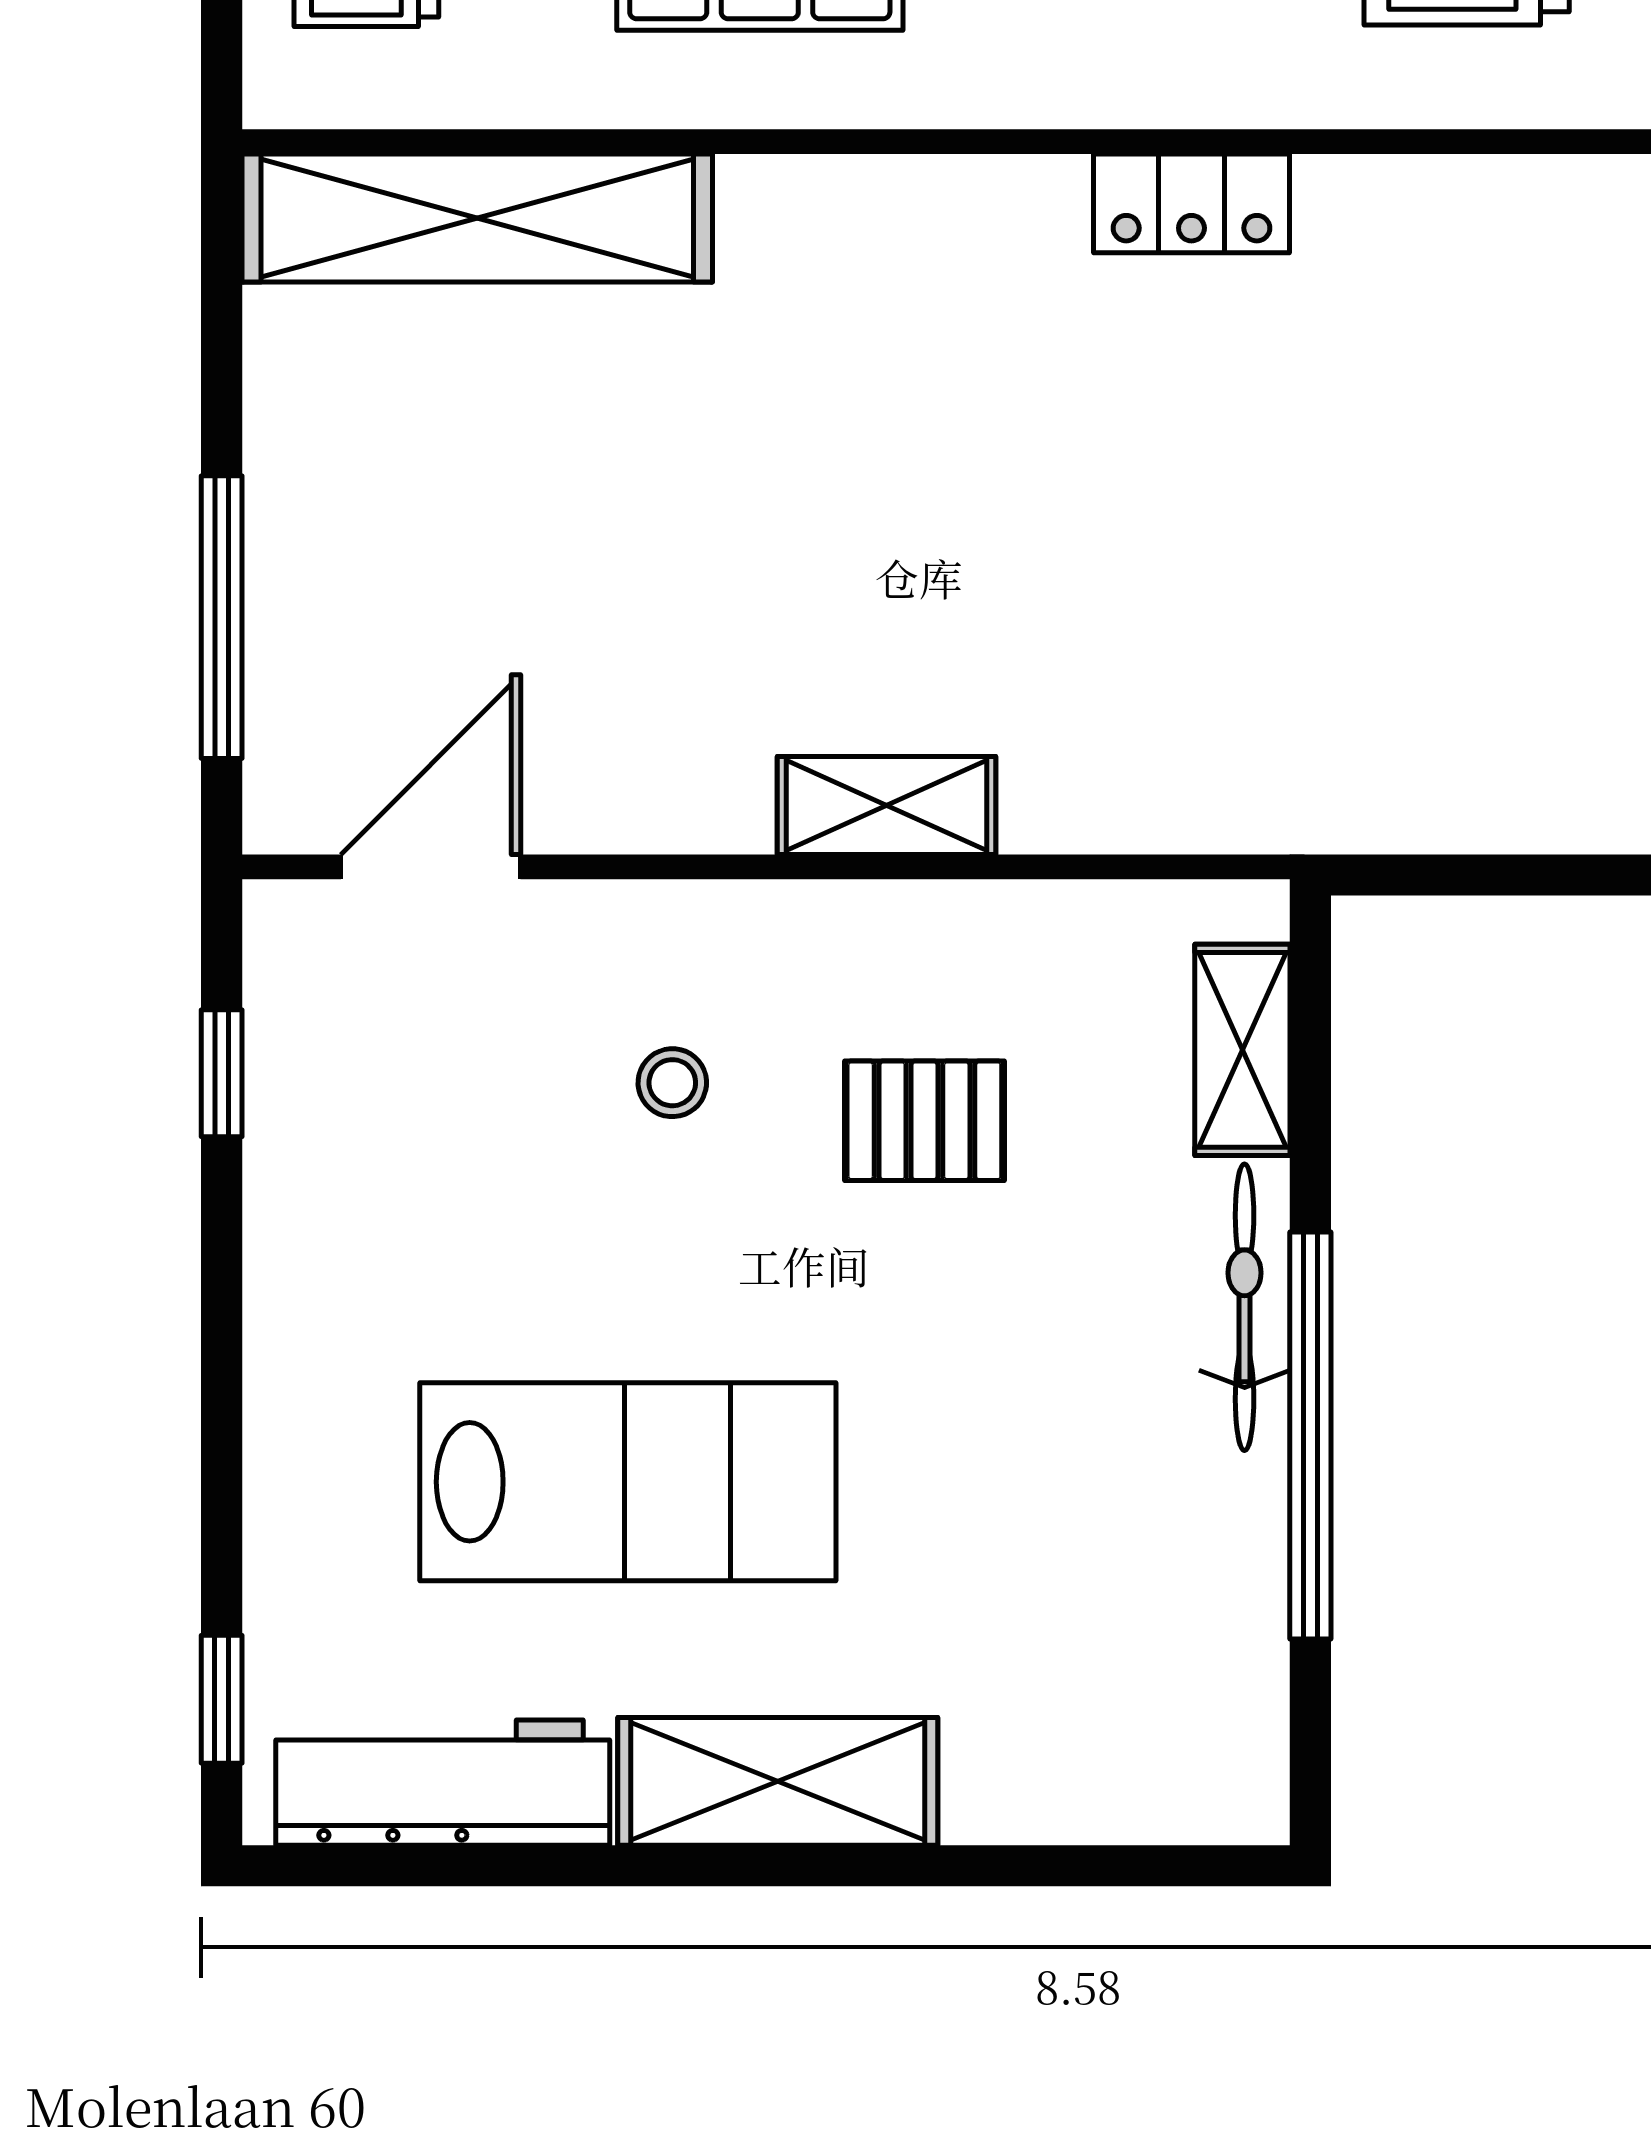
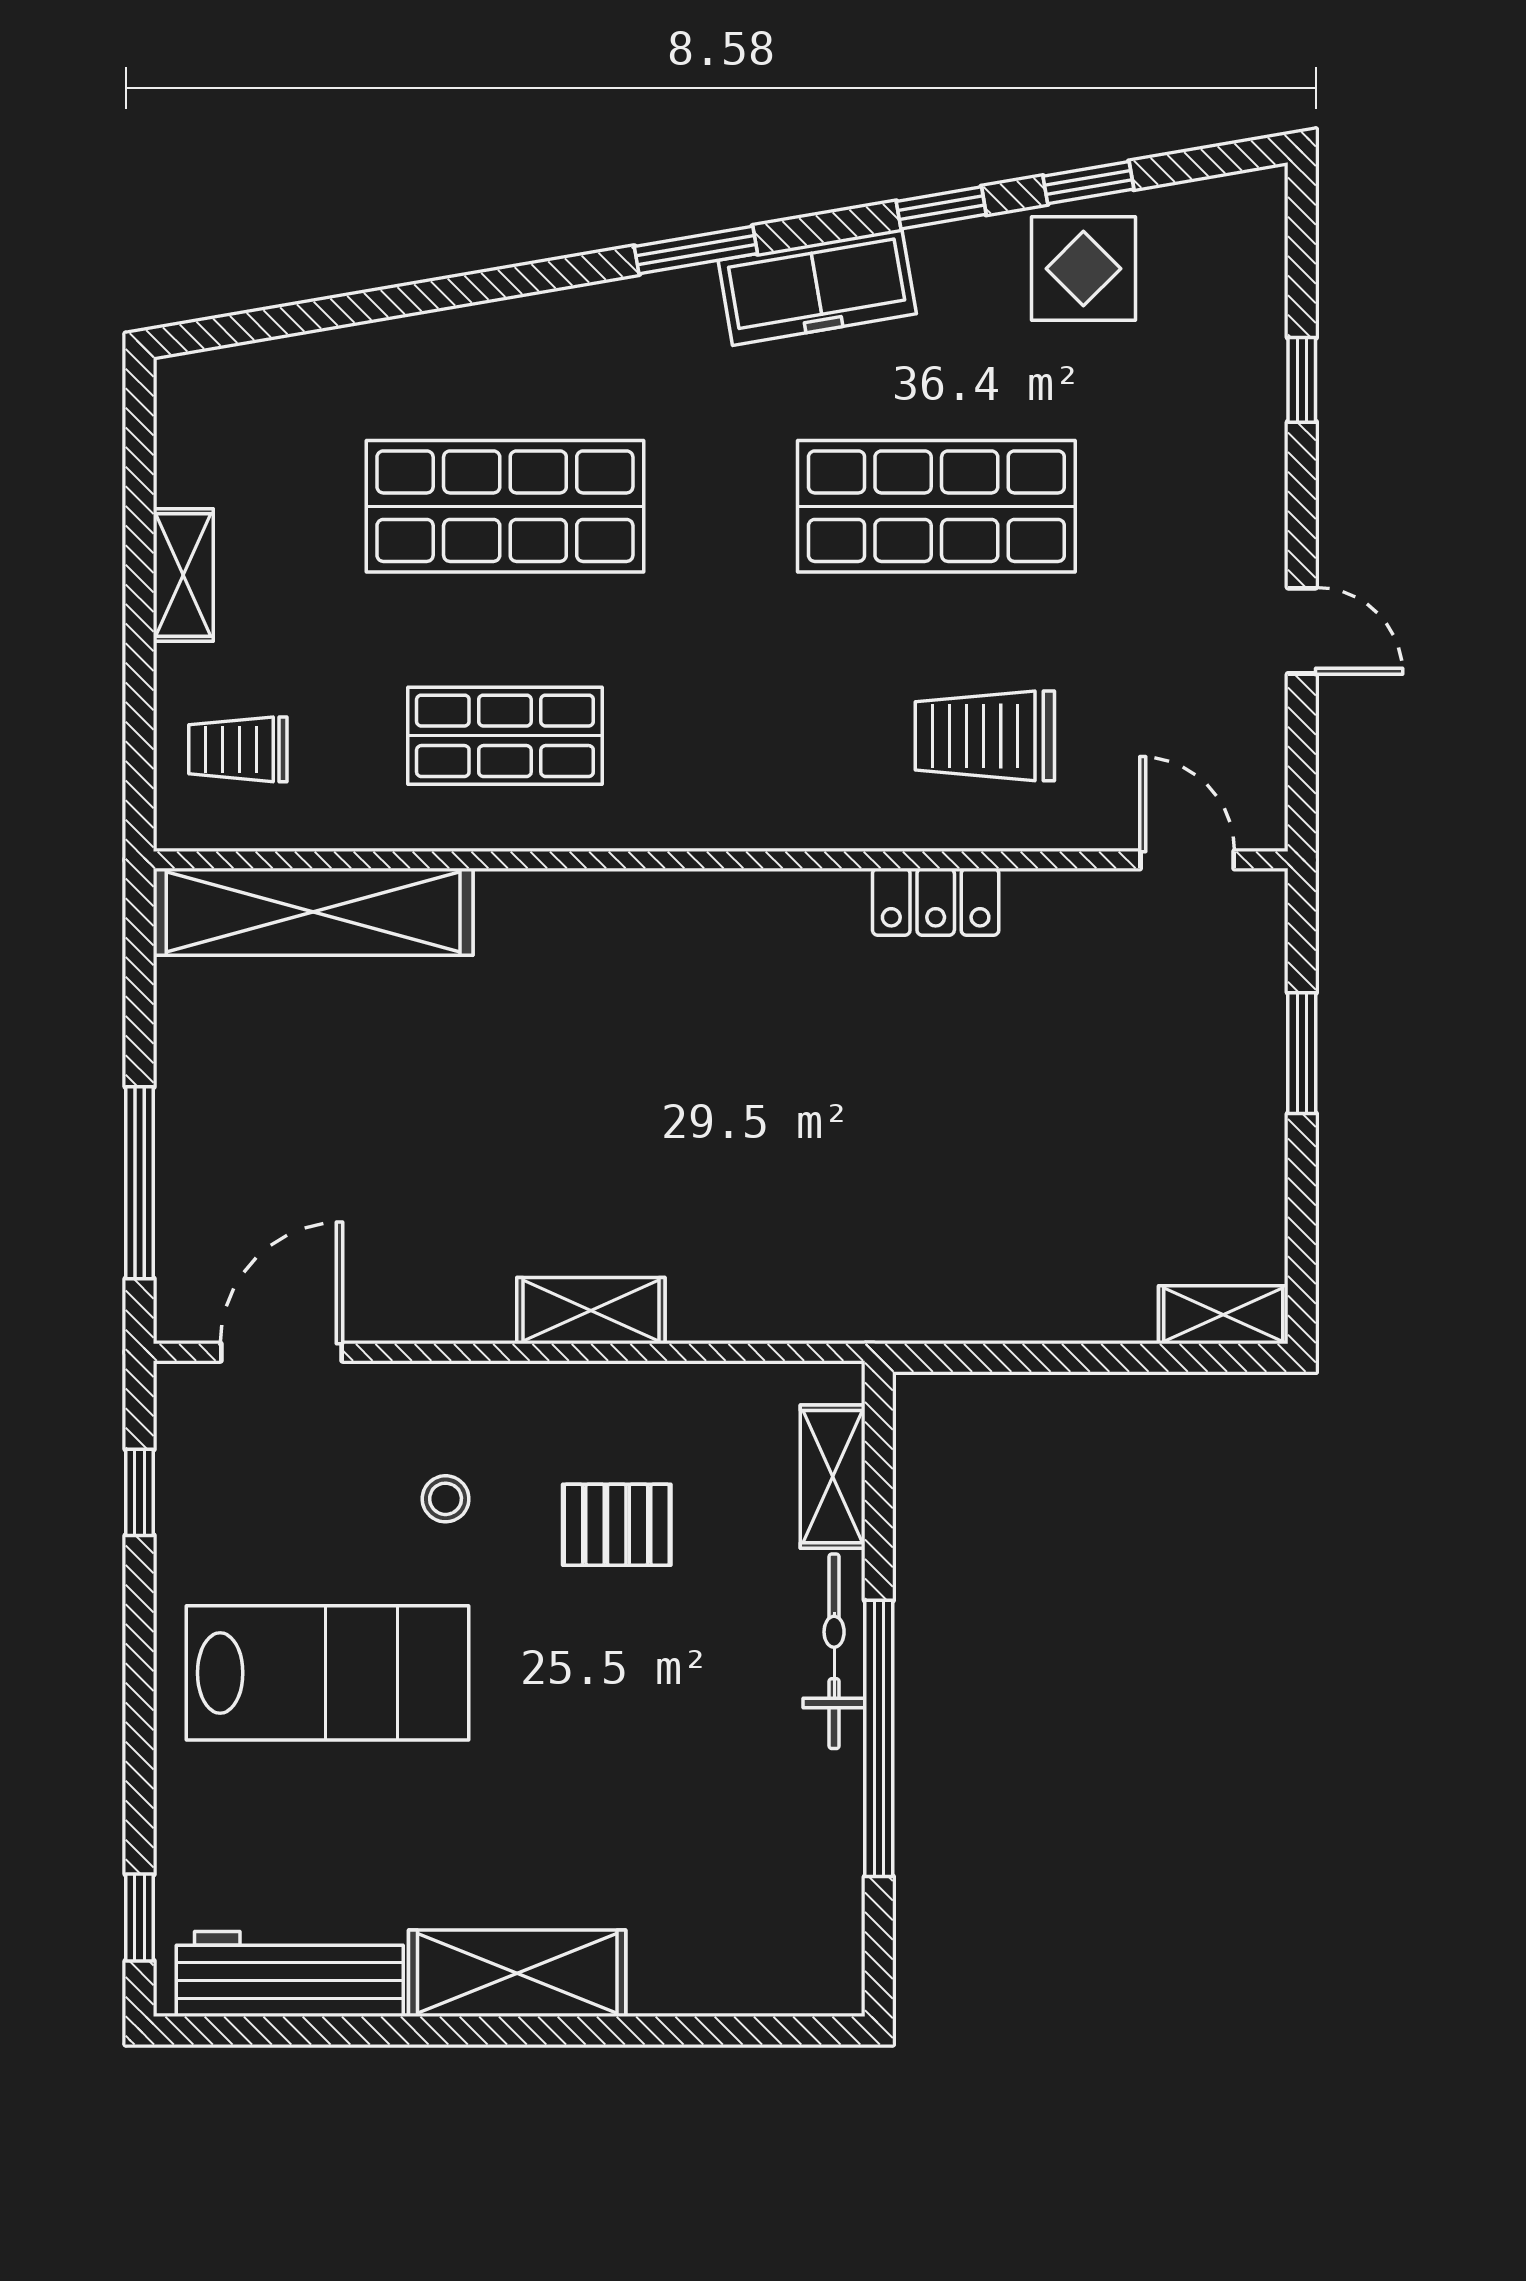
locker: (1191, 203) -> (936, 902), moved
lab bench: (628, 1482) -> (327, 1673), moved

